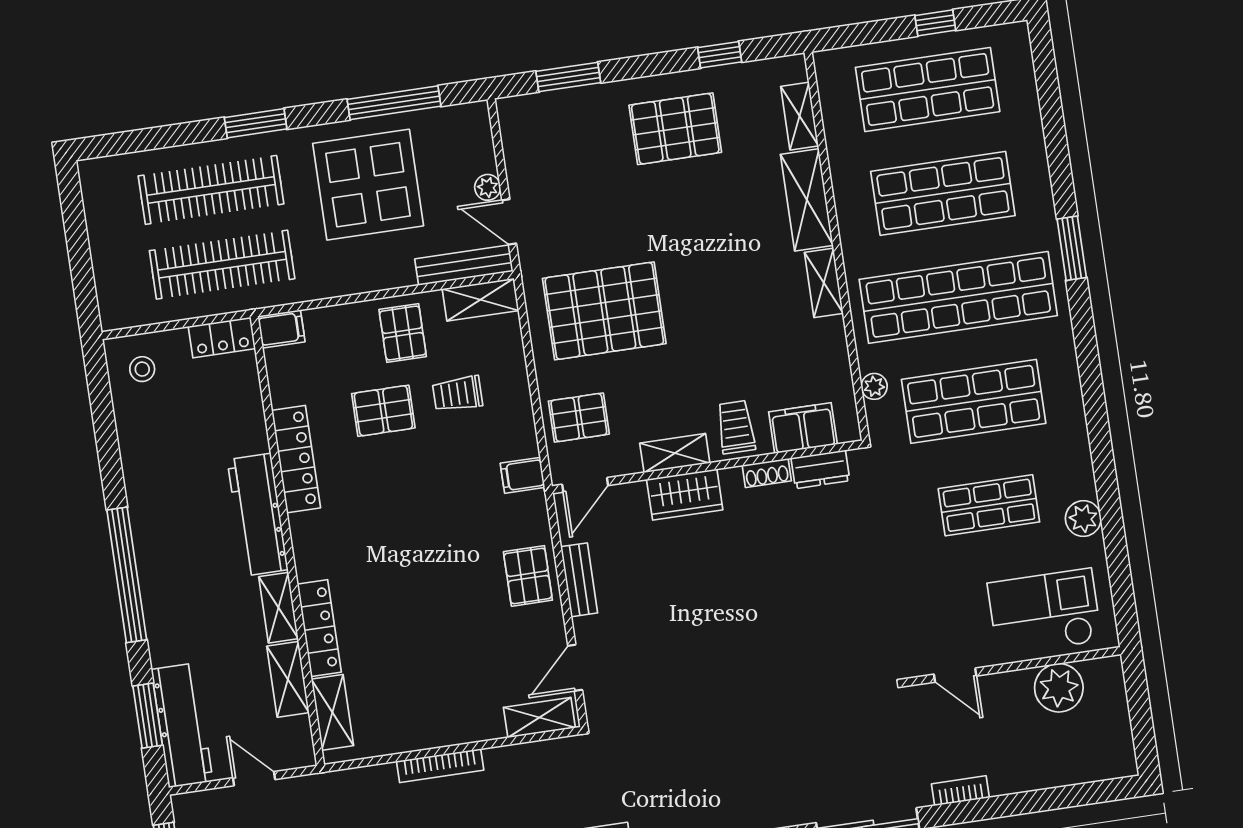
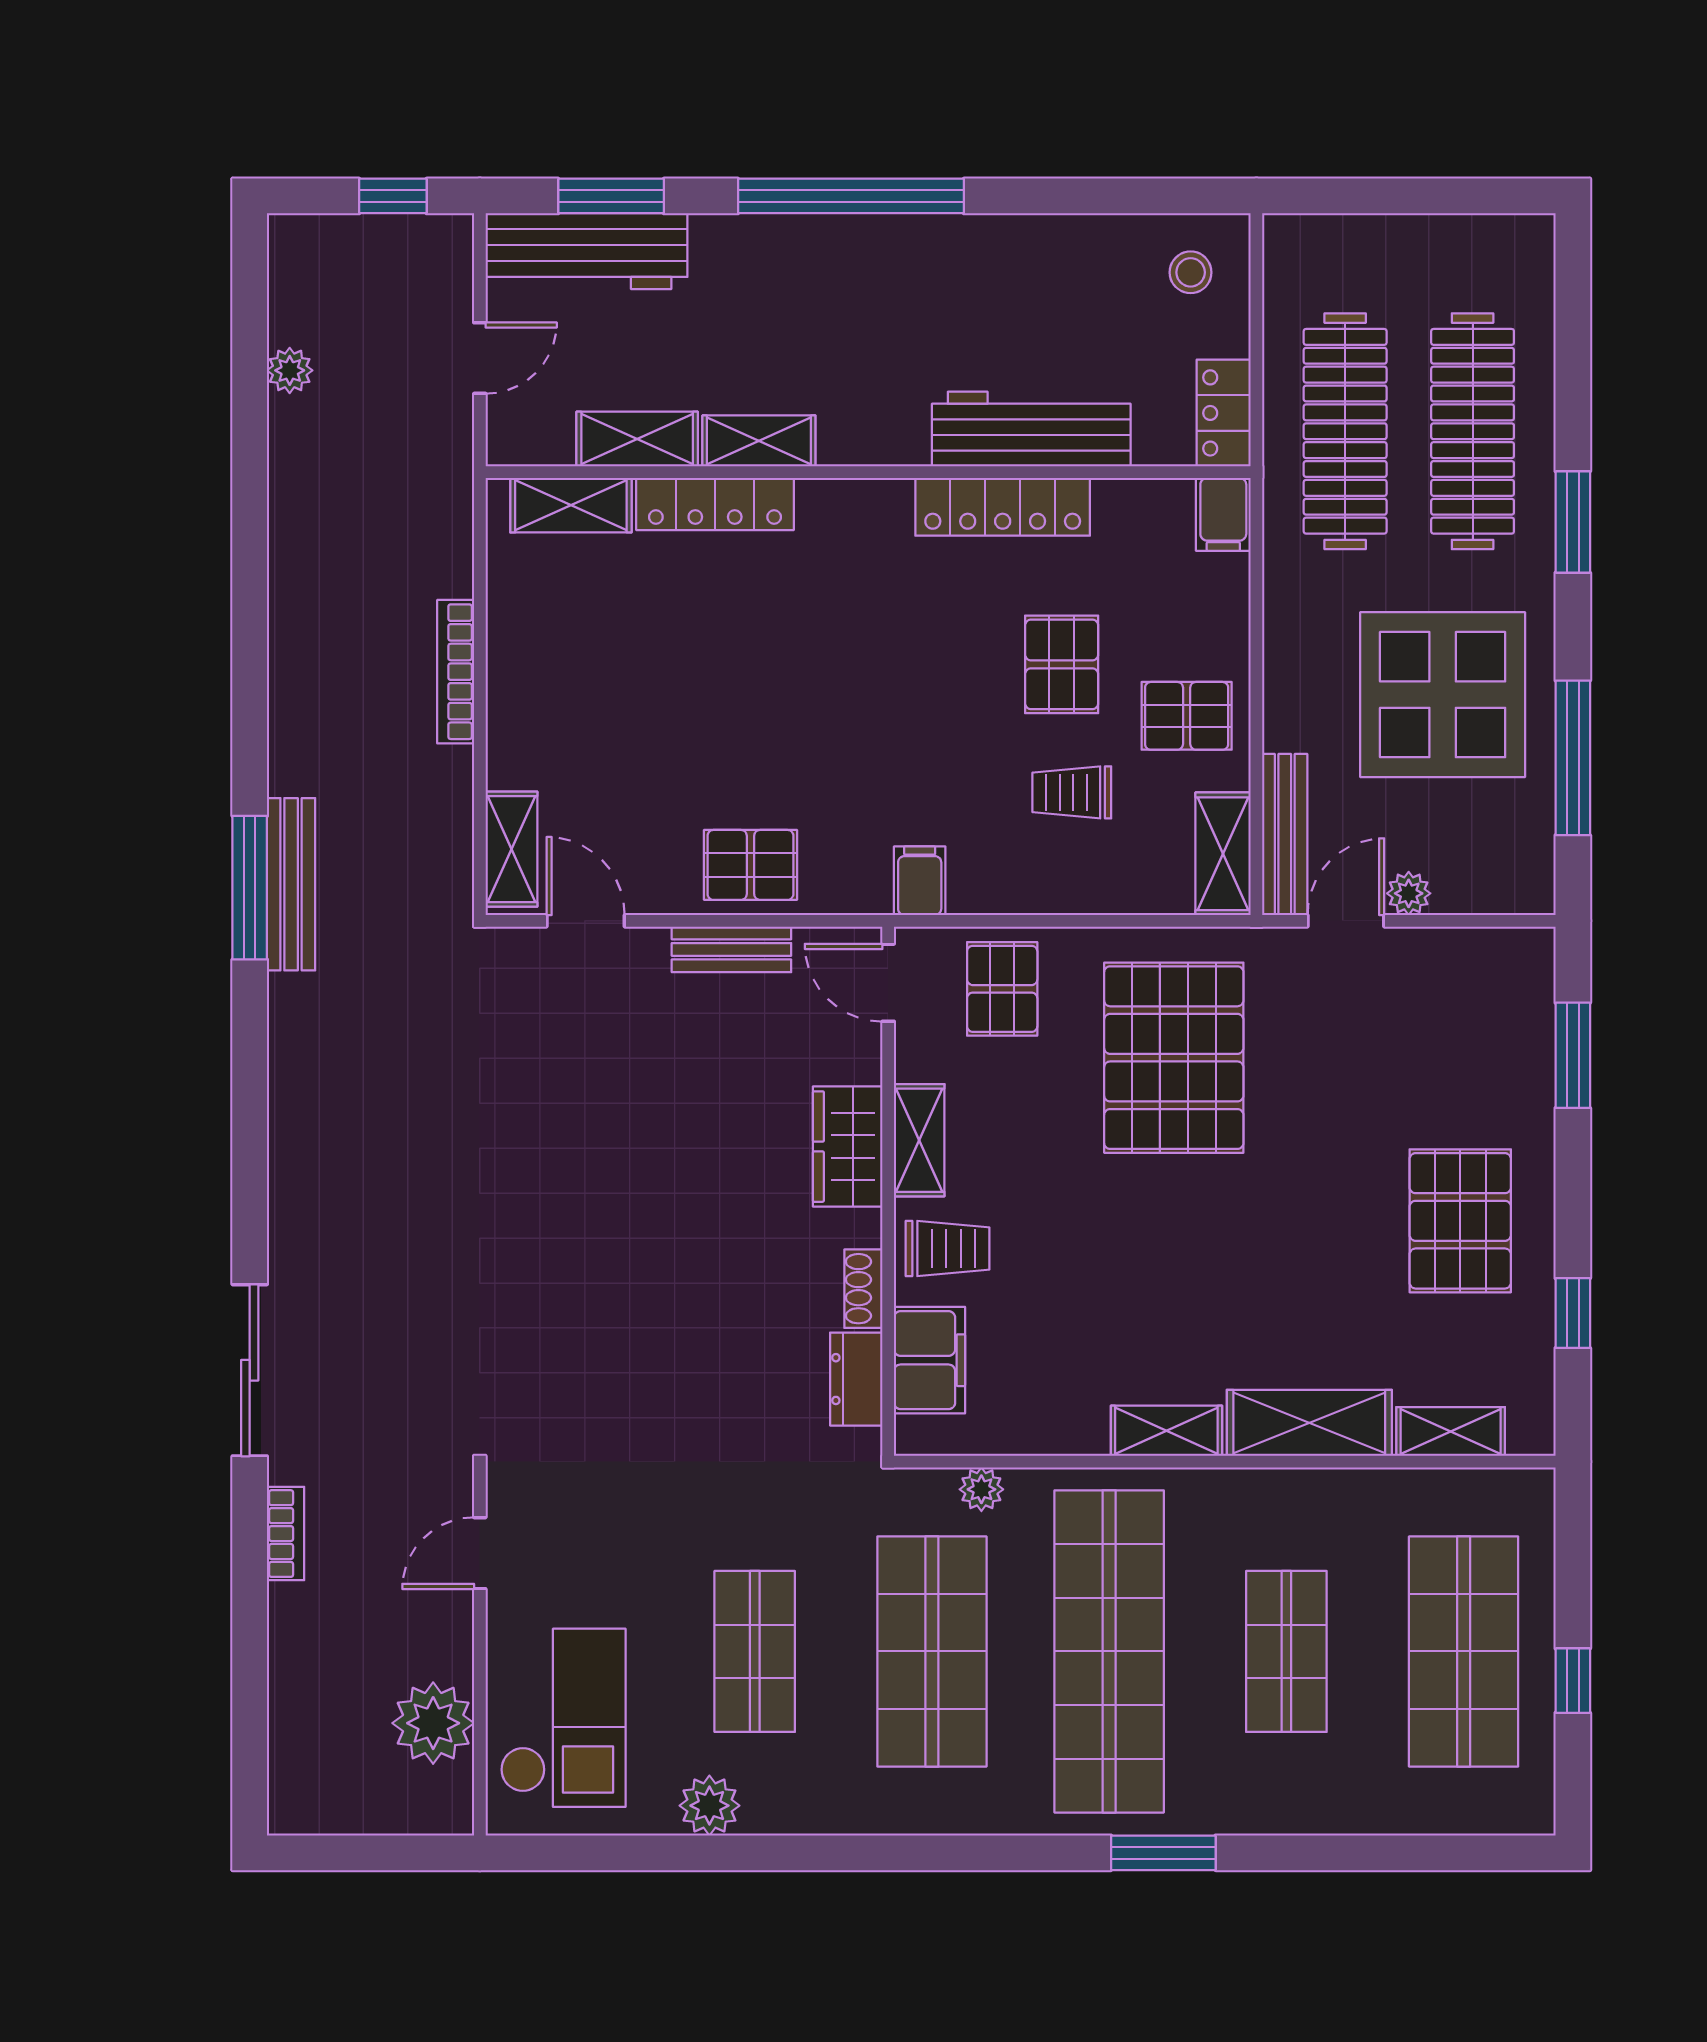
shop shelf: (943, 193) -> (1286, 1651), width x0.70, depth x0.74
trolley: (458, 394) -> (1072, 792), turned -90
workbench: (258, 515) -> (1031, 429), moved

